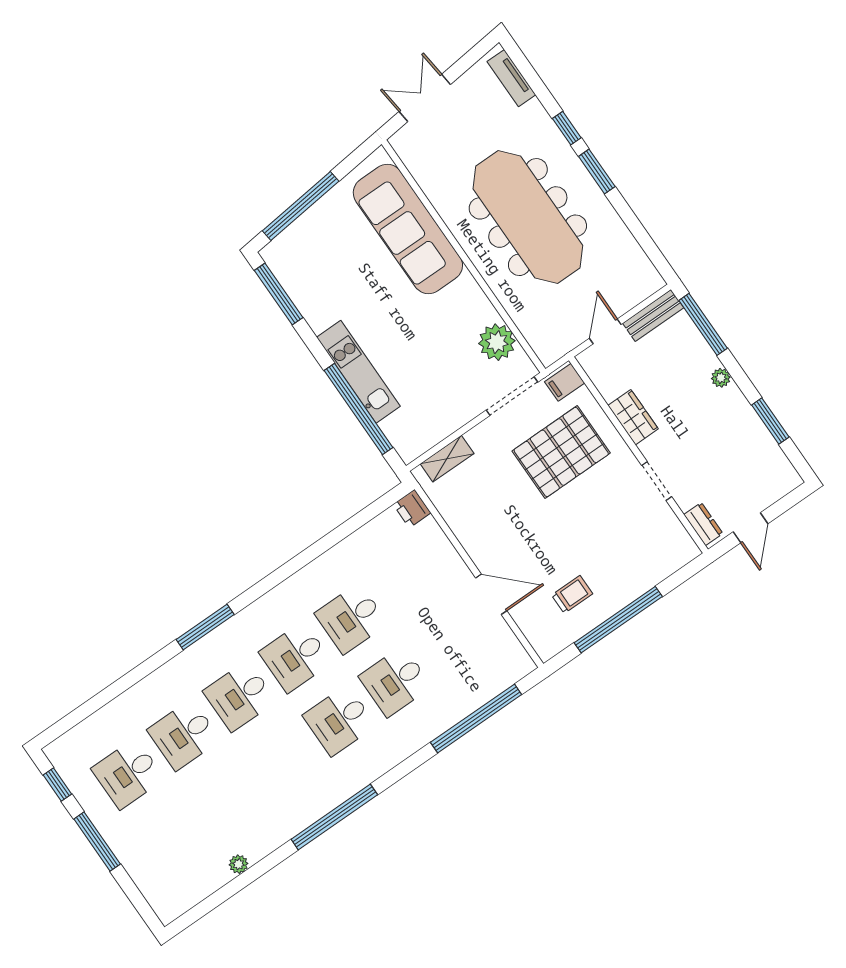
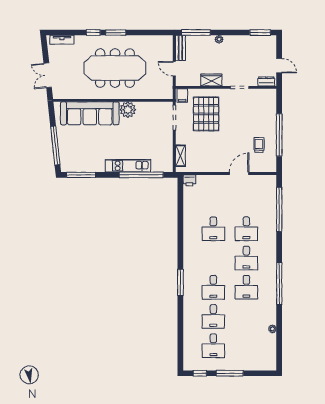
plant: (497, 342) -> (128, 110), moved
window: (770, 421) -> (260, 33), moved
desk: (296, 657) -> (246, 287), moved

